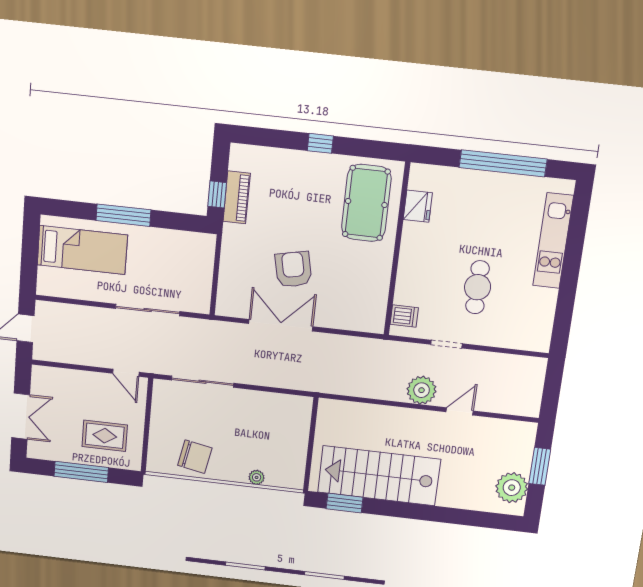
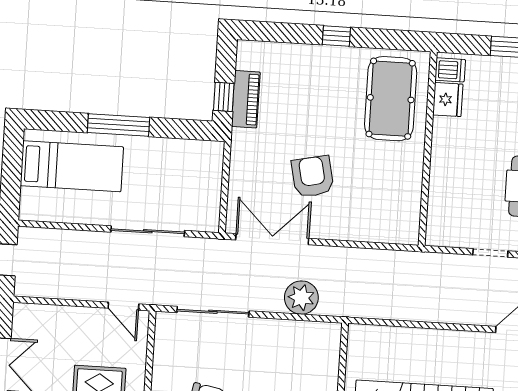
dishwasher: (404, 316) -> (450, 70), moved
double door: (281, 325) -> (272, 239), moved
plant: (422, 390) -> (301, 298), moved

